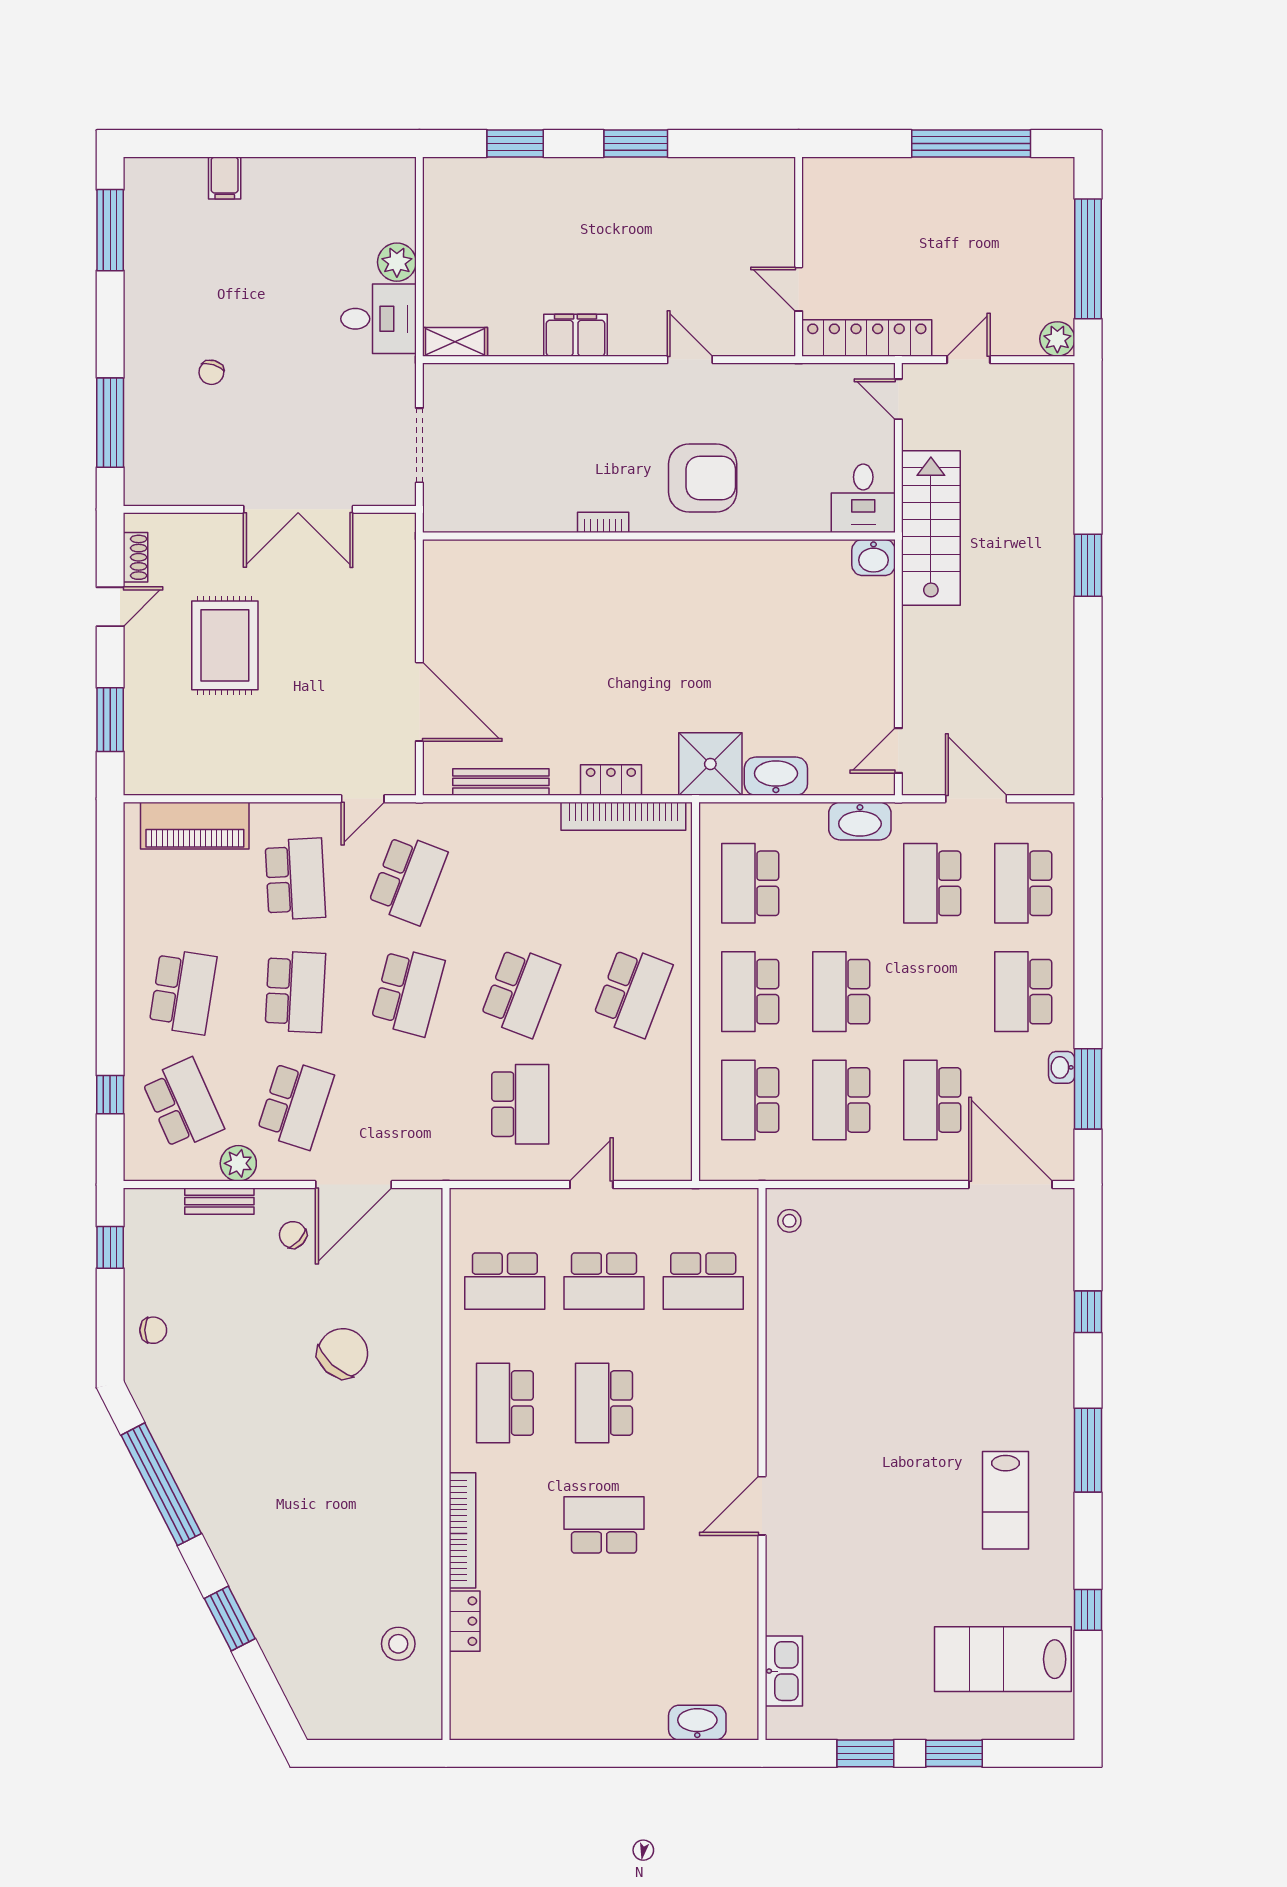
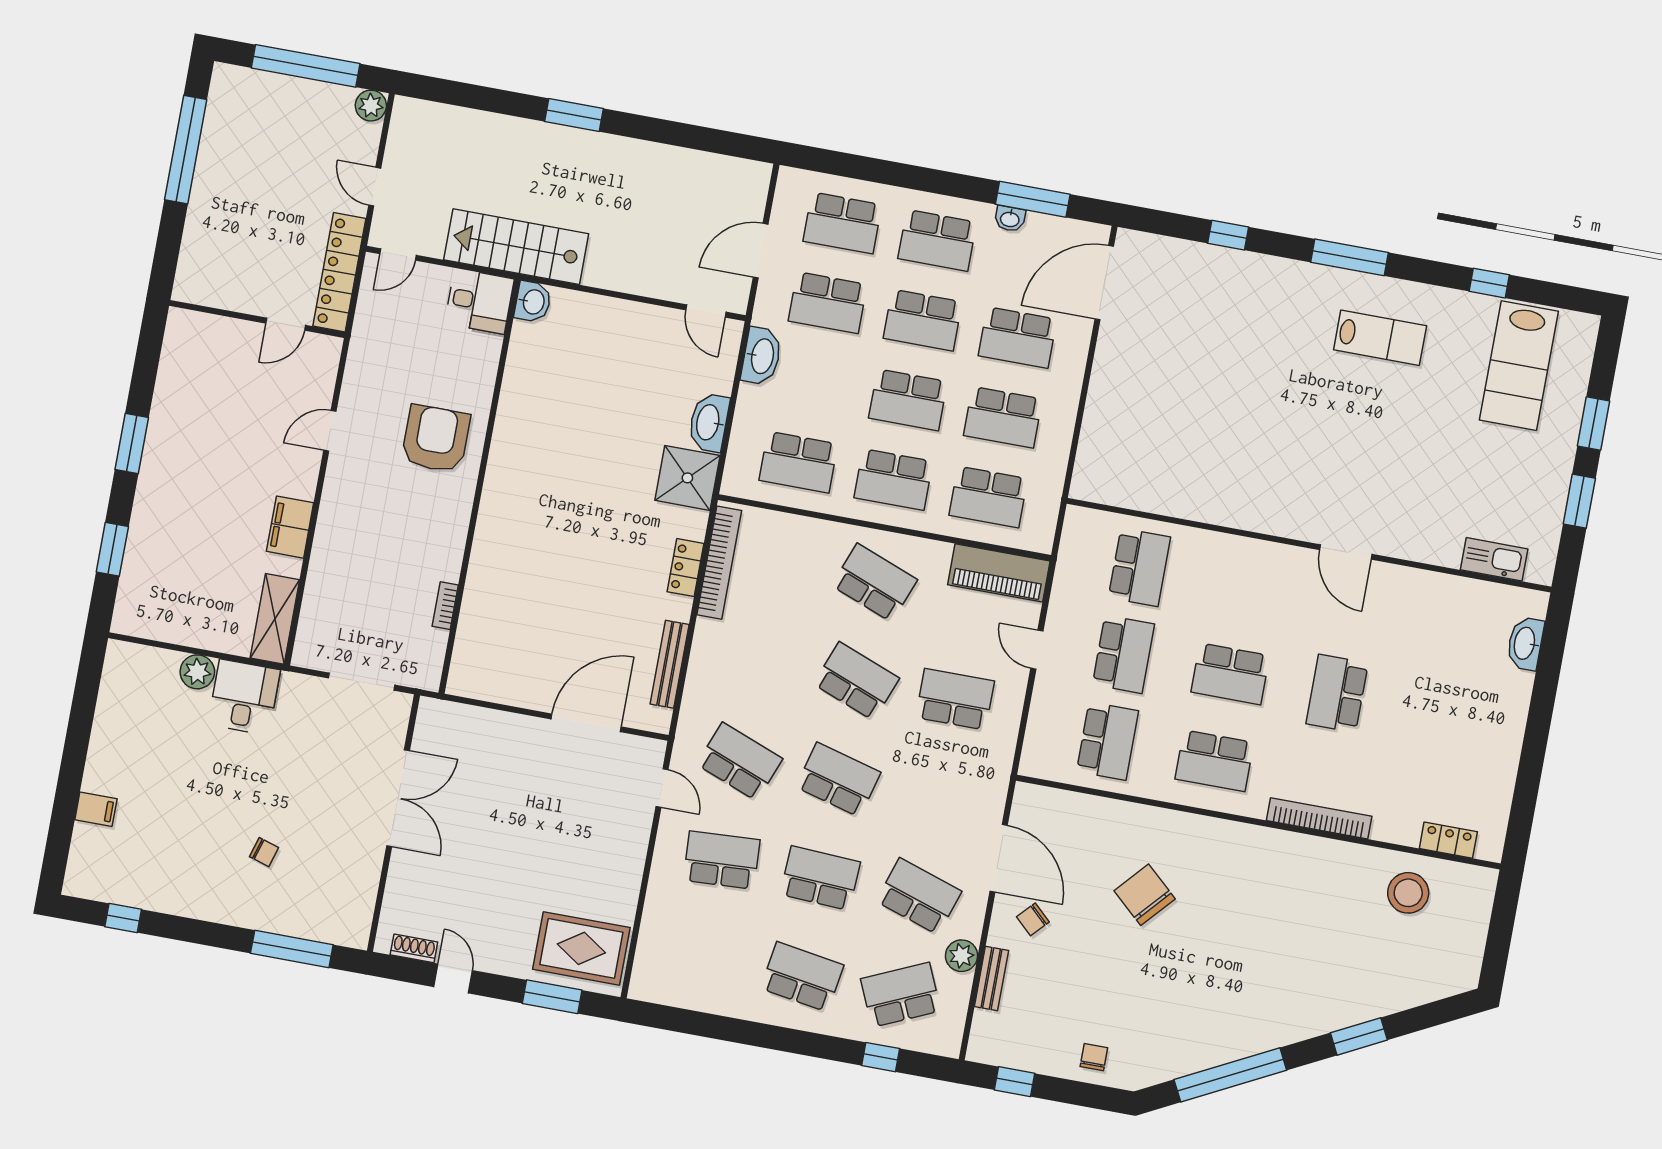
window: (110, 230) -> (123, 918), width x0.46
shelving: (455, 342) -> (275, 619), width x1.50, depth x1.33
bookcase: (603, 522) -> (445, 606), moved
rug: (225, 645) -> (581, 948), moved
piano: (195, 826) -> (999, 573), moved, turned 90
school desk: (932, 992) -> (923, 320), added
stool: (789, 1221) -> (1100, 482), removed
locker: (465, 1621) -> (1448, 840), moved
stool: (398, 1644) -> (1408, 893), width x1.38, depth x1.38

